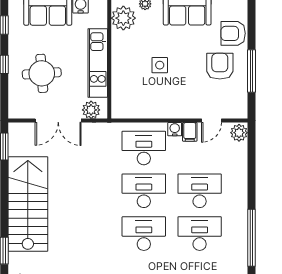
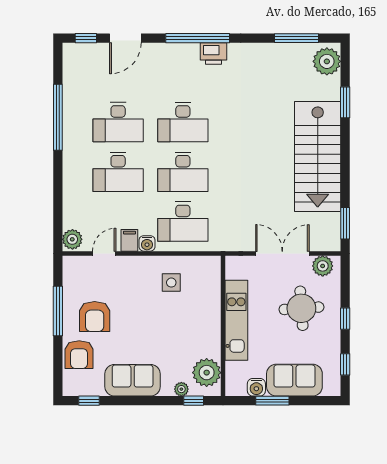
armchair: (233, 33) -> (79, 355), turned 90
side table: (160, 65) -> (171, 283), moved
plant: (91, 110) -> (323, 266), moved

